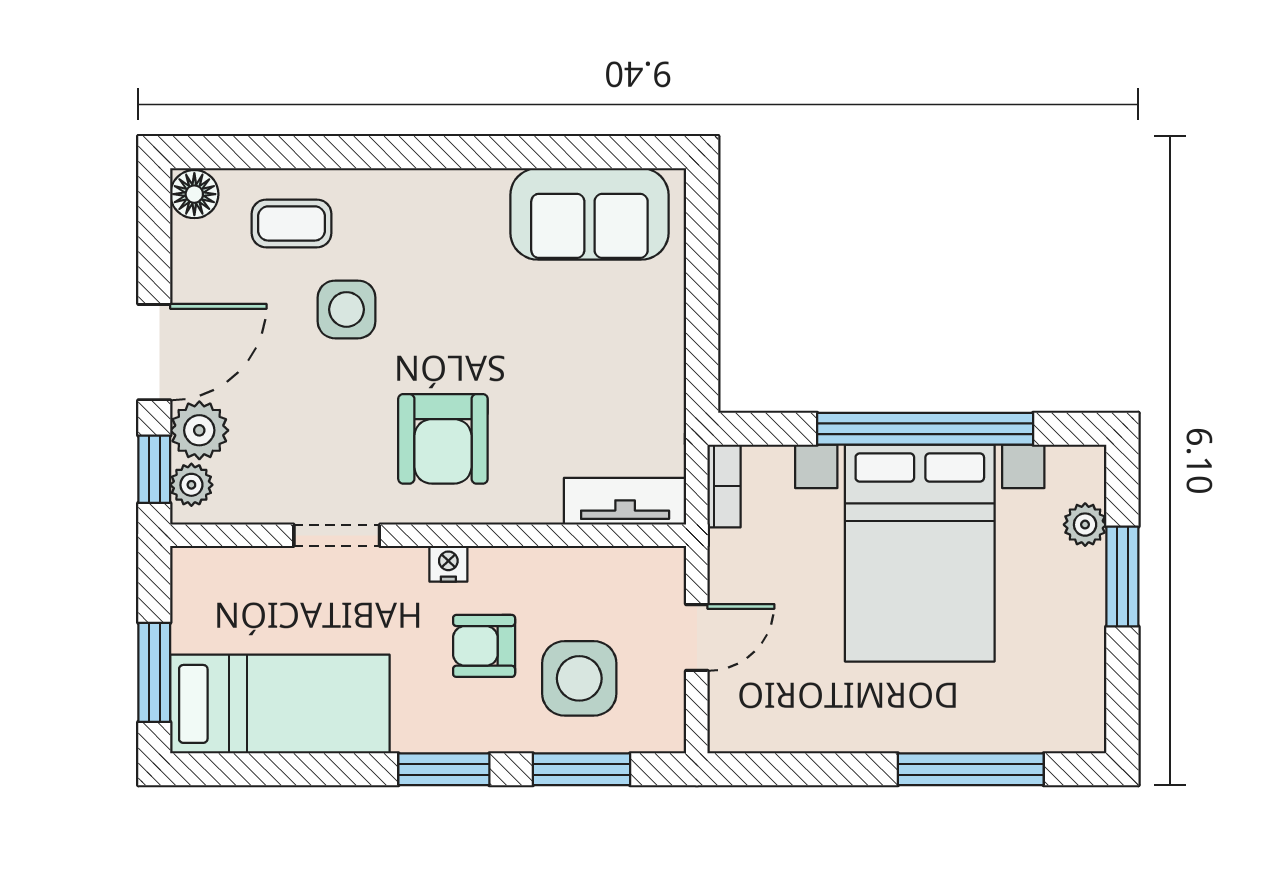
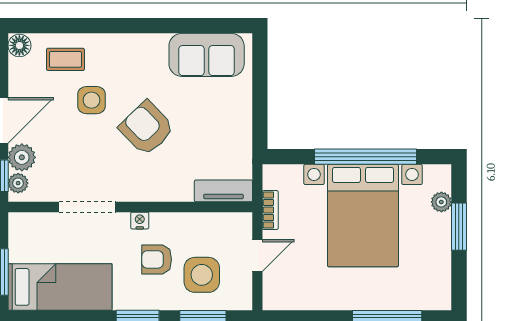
armchair: (443, 439) -> (147, 128), moved, turned 136
bookcase: (724, 486) -> (270, 210), moved
doorway: (337, 535) -> (87, 207), width x1.38

